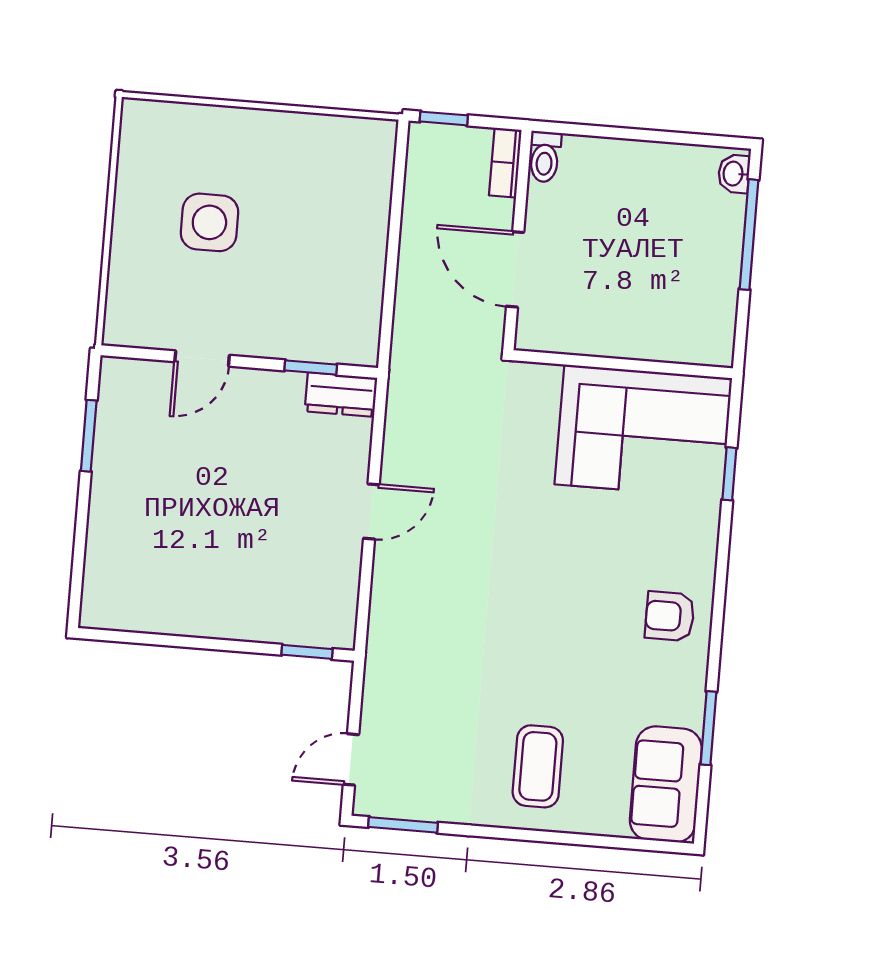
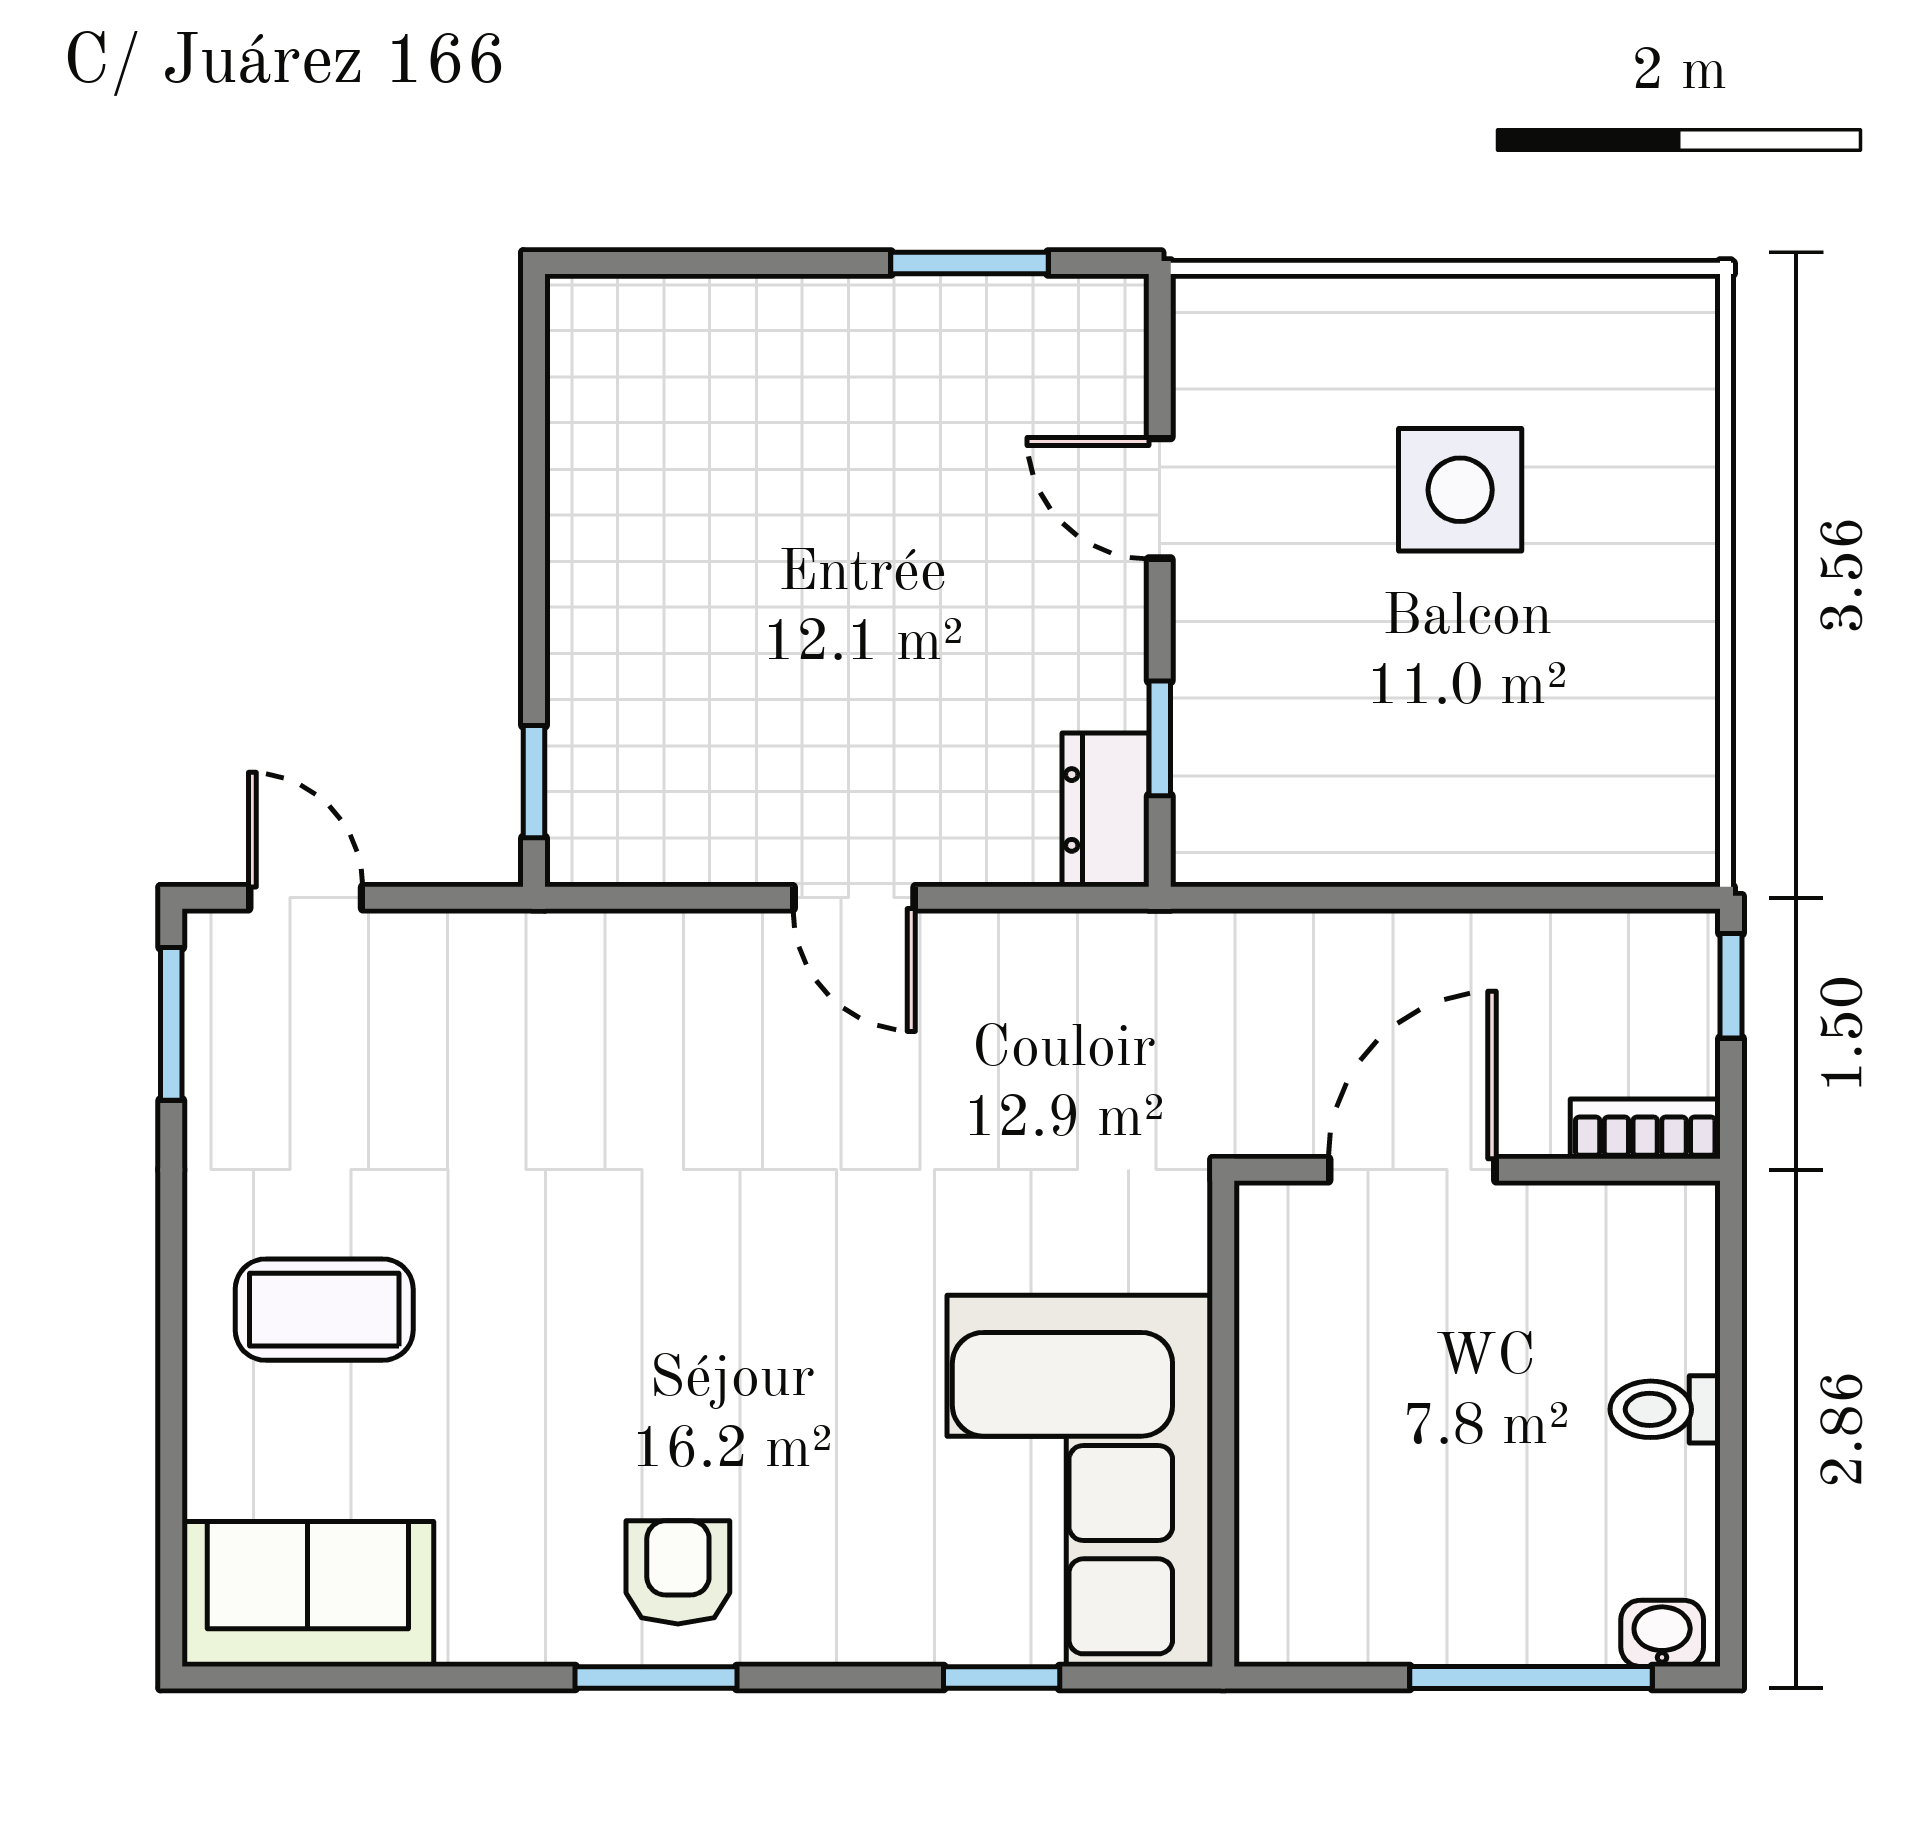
toilet: (545, 157) -> (1665, 1409), moved
window: (708, 728) -> (656, 1678), moved

